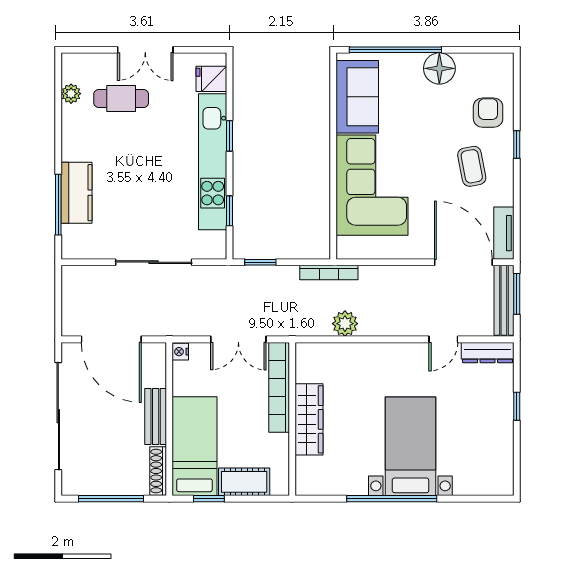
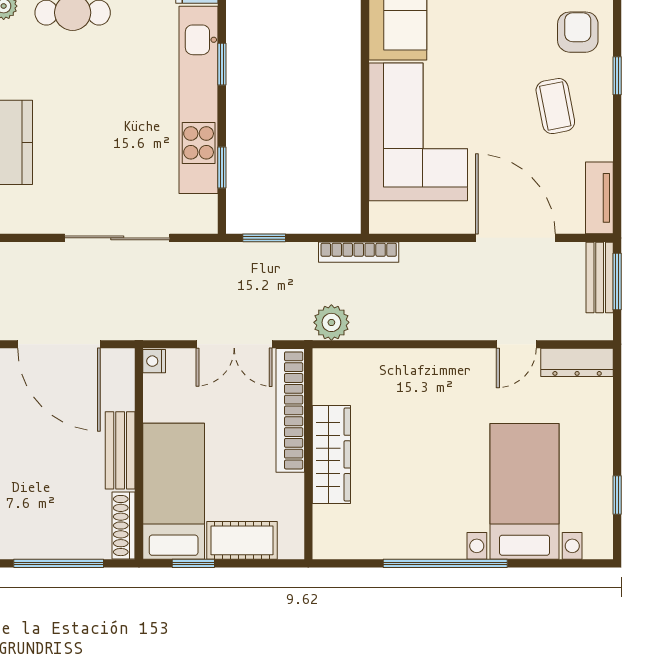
door: (463, 262) -> (515, 238), moved
bench: (504, 300) -> (600, 277), width x0.73
plant: (345, 324) -> (331, 322), moved
window: (517, 406) -> (617, 495), moved
bed with nightstands: (410, 446) -> (524, 491), moved

